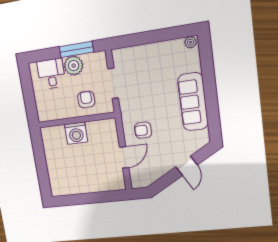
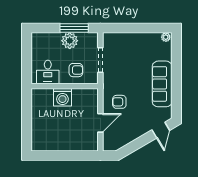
desk: (51, 74) -> (48, 72), moved, turned 180
armchair: (86, 99) -> (76, 70), turned 90
door: (186, 166) -> (161, 130), moved

